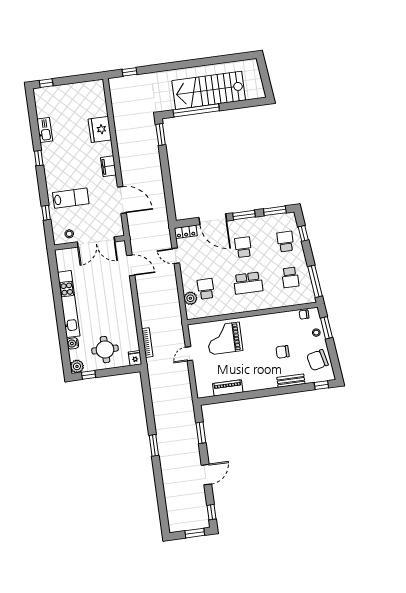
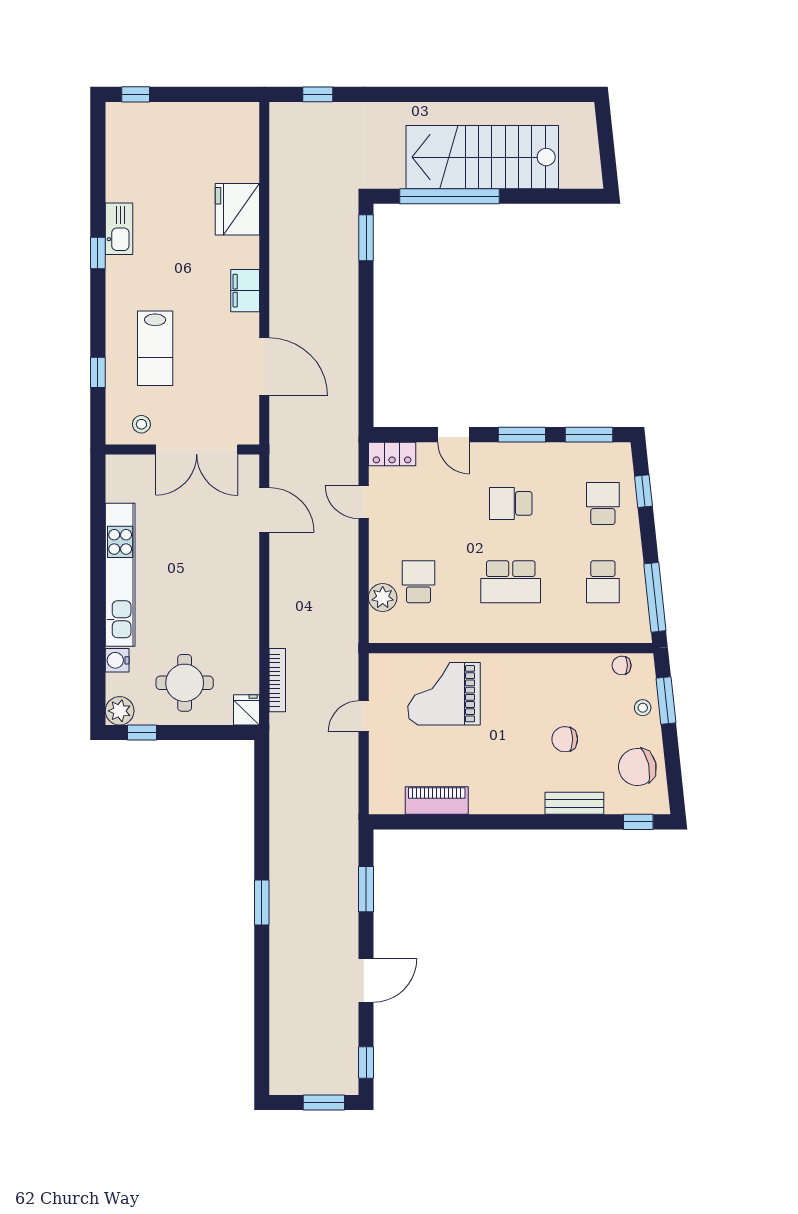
kitchen sink: (45, 130) -> (119, 229), moved
lab bench: (71, 198) -> (155, 348), turned 90
door: (213, 219) -> (454, 435), width x0.53
school desk: (243, 247) -> (511, 503), turned -90

